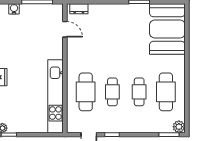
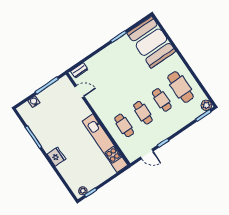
cafe table: (86, 92) -> (124, 126), width x0.73, depth x0.74

